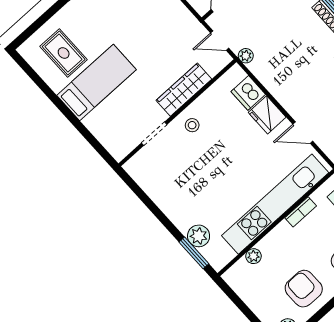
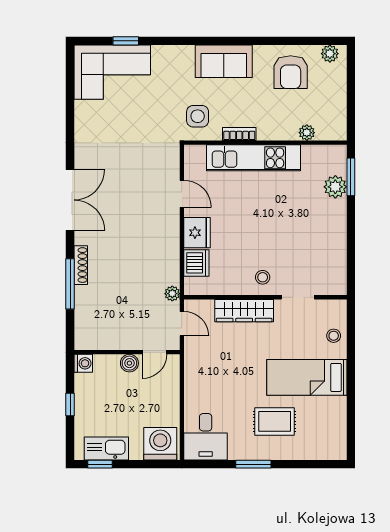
rug: (64, 53) -> (275, 421), moved, turned 90
stool: (104, 129) -> (334, 336), added
kitchen unit: (275, 204) -> (254, 158), width x0.73

